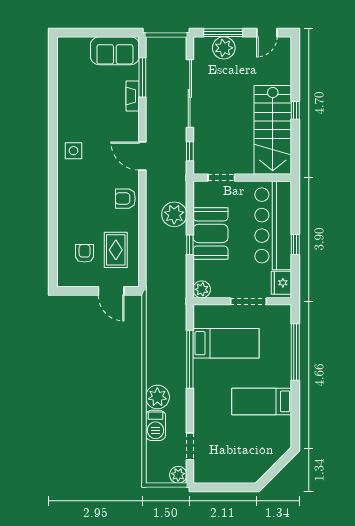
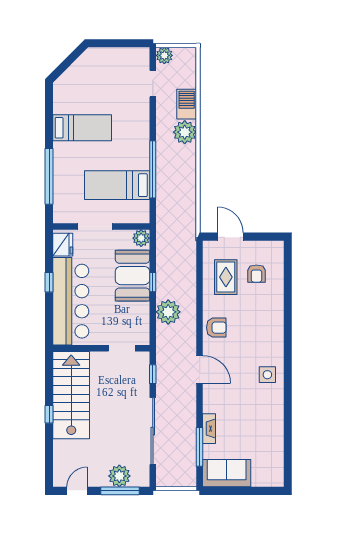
booth: (210, 233) -> (133, 276), moved

